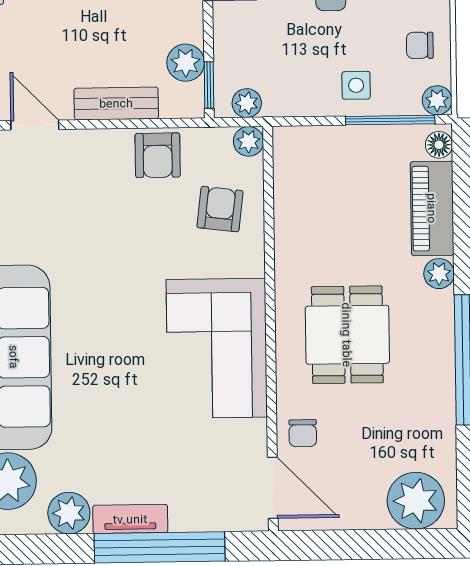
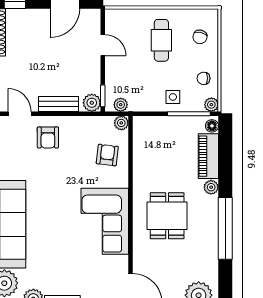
plant: (186, 63) -> (92, 103), moved
armchair: (158, 155) -> (48, 137), moved
chair: (303, 433) -> (145, 262), removed

